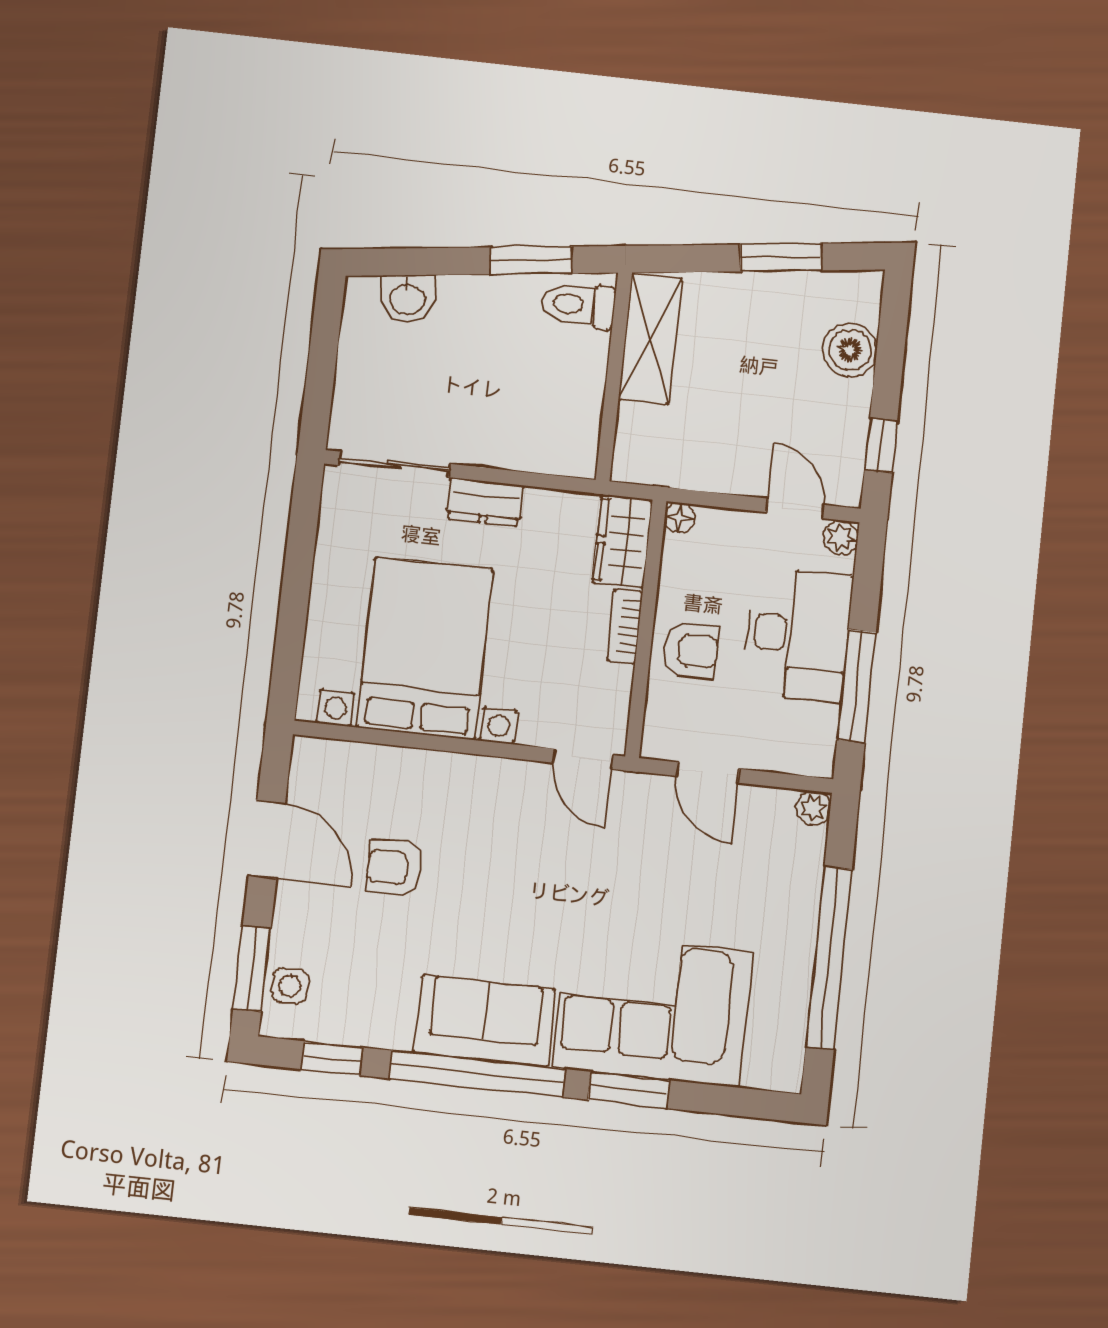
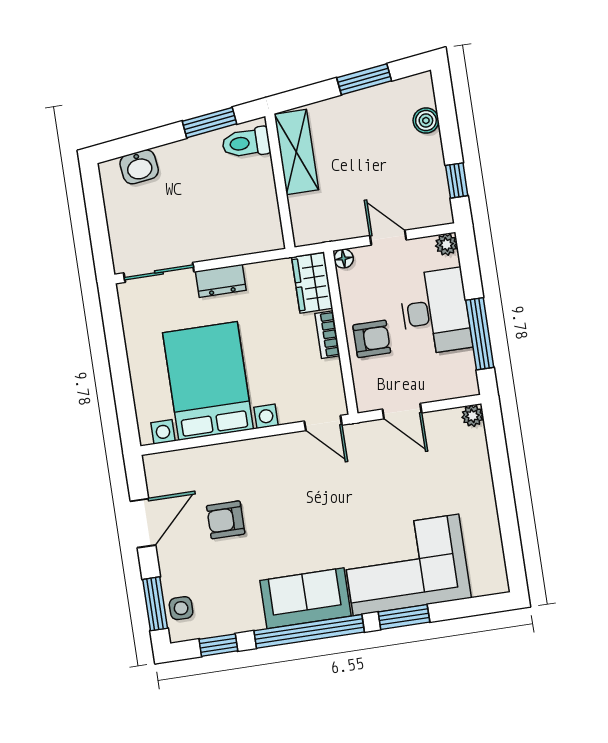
boiler: (850, 350) -> (426, 120), width x0.73, depth x0.73
door: (795, 508) -> (388, 238), moved
door: (267, 840) -> (143, 523), hinge flipped
window: (829, 958) -> (506, 505), removed

